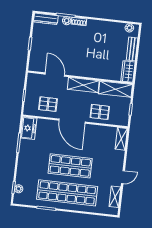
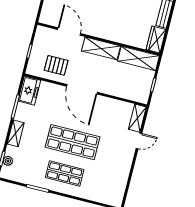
pallet: (100, 112) -> (116, 83), removed
door: (123, 177) -> (139, 141), moved
shop shelf: (67, 193) -> (65, 173), width x0.50, depth x0.74
shelving: (115, 197) -> (16, 133), moved

